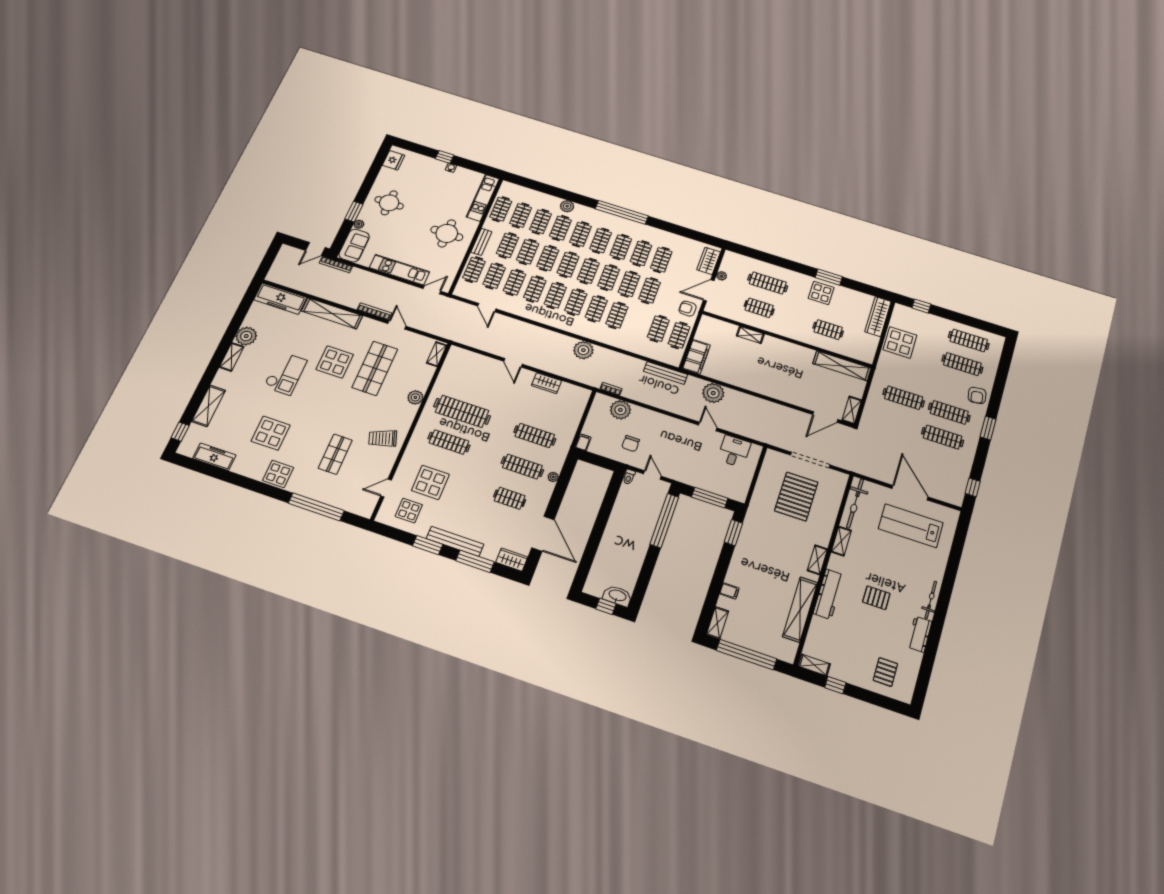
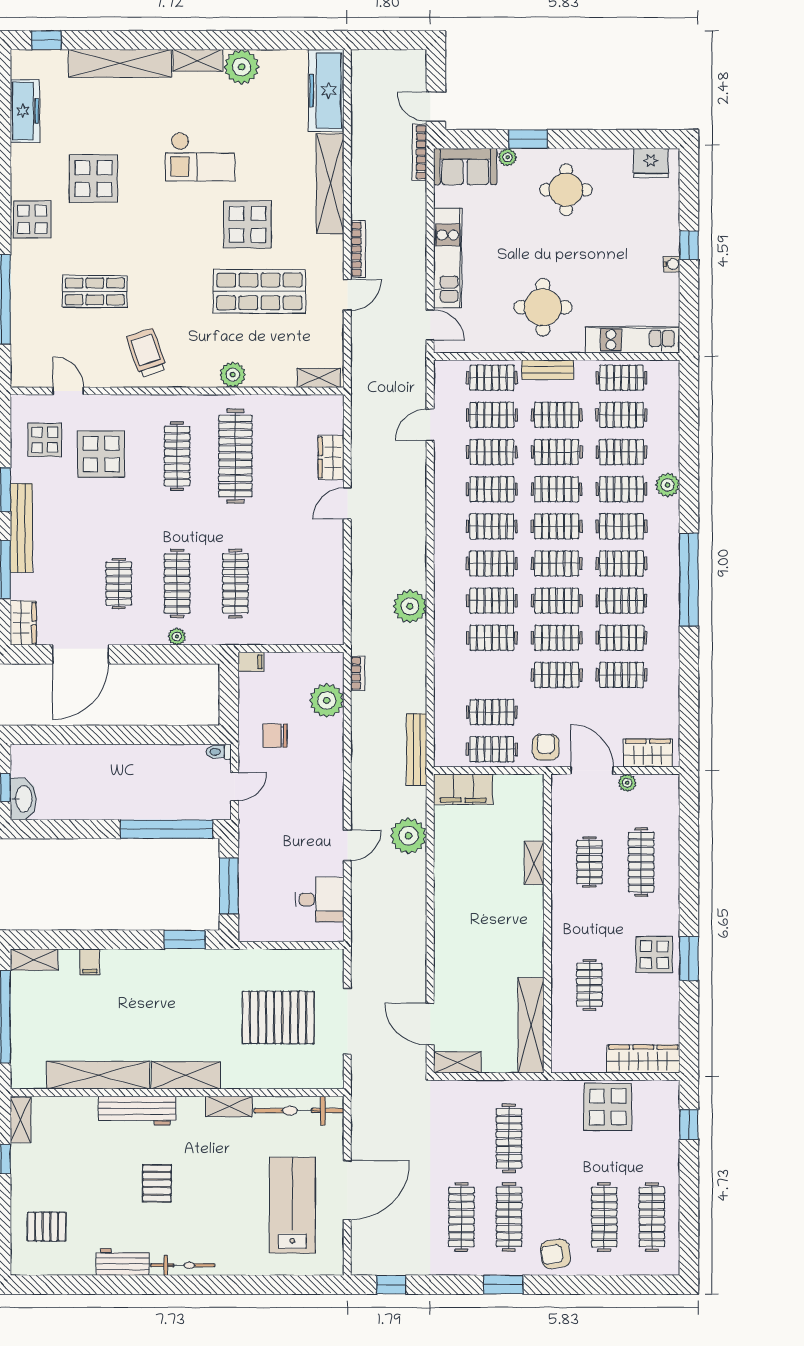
wardrobe: (547, 383) -> (331, 457), moved
shelving: (209, 406) -> (120, 63), width x1.47
shelving: (817, 560) -> (186, 1075), width x1.50, depth x1.33

